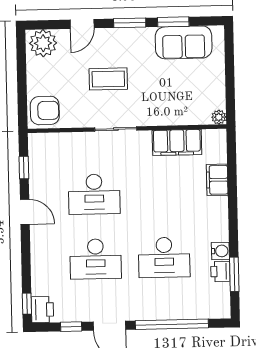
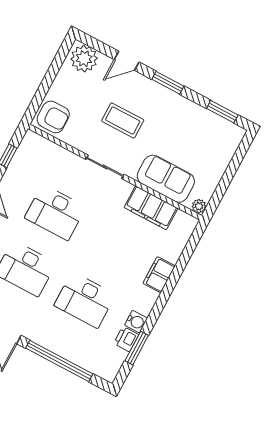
window: (173, 22) -> (222, 112), moved
sofa: (184, 42) -> (166, 179), moved, turned 180
filing cabinet: (217, 180) -> (159, 275), moved

